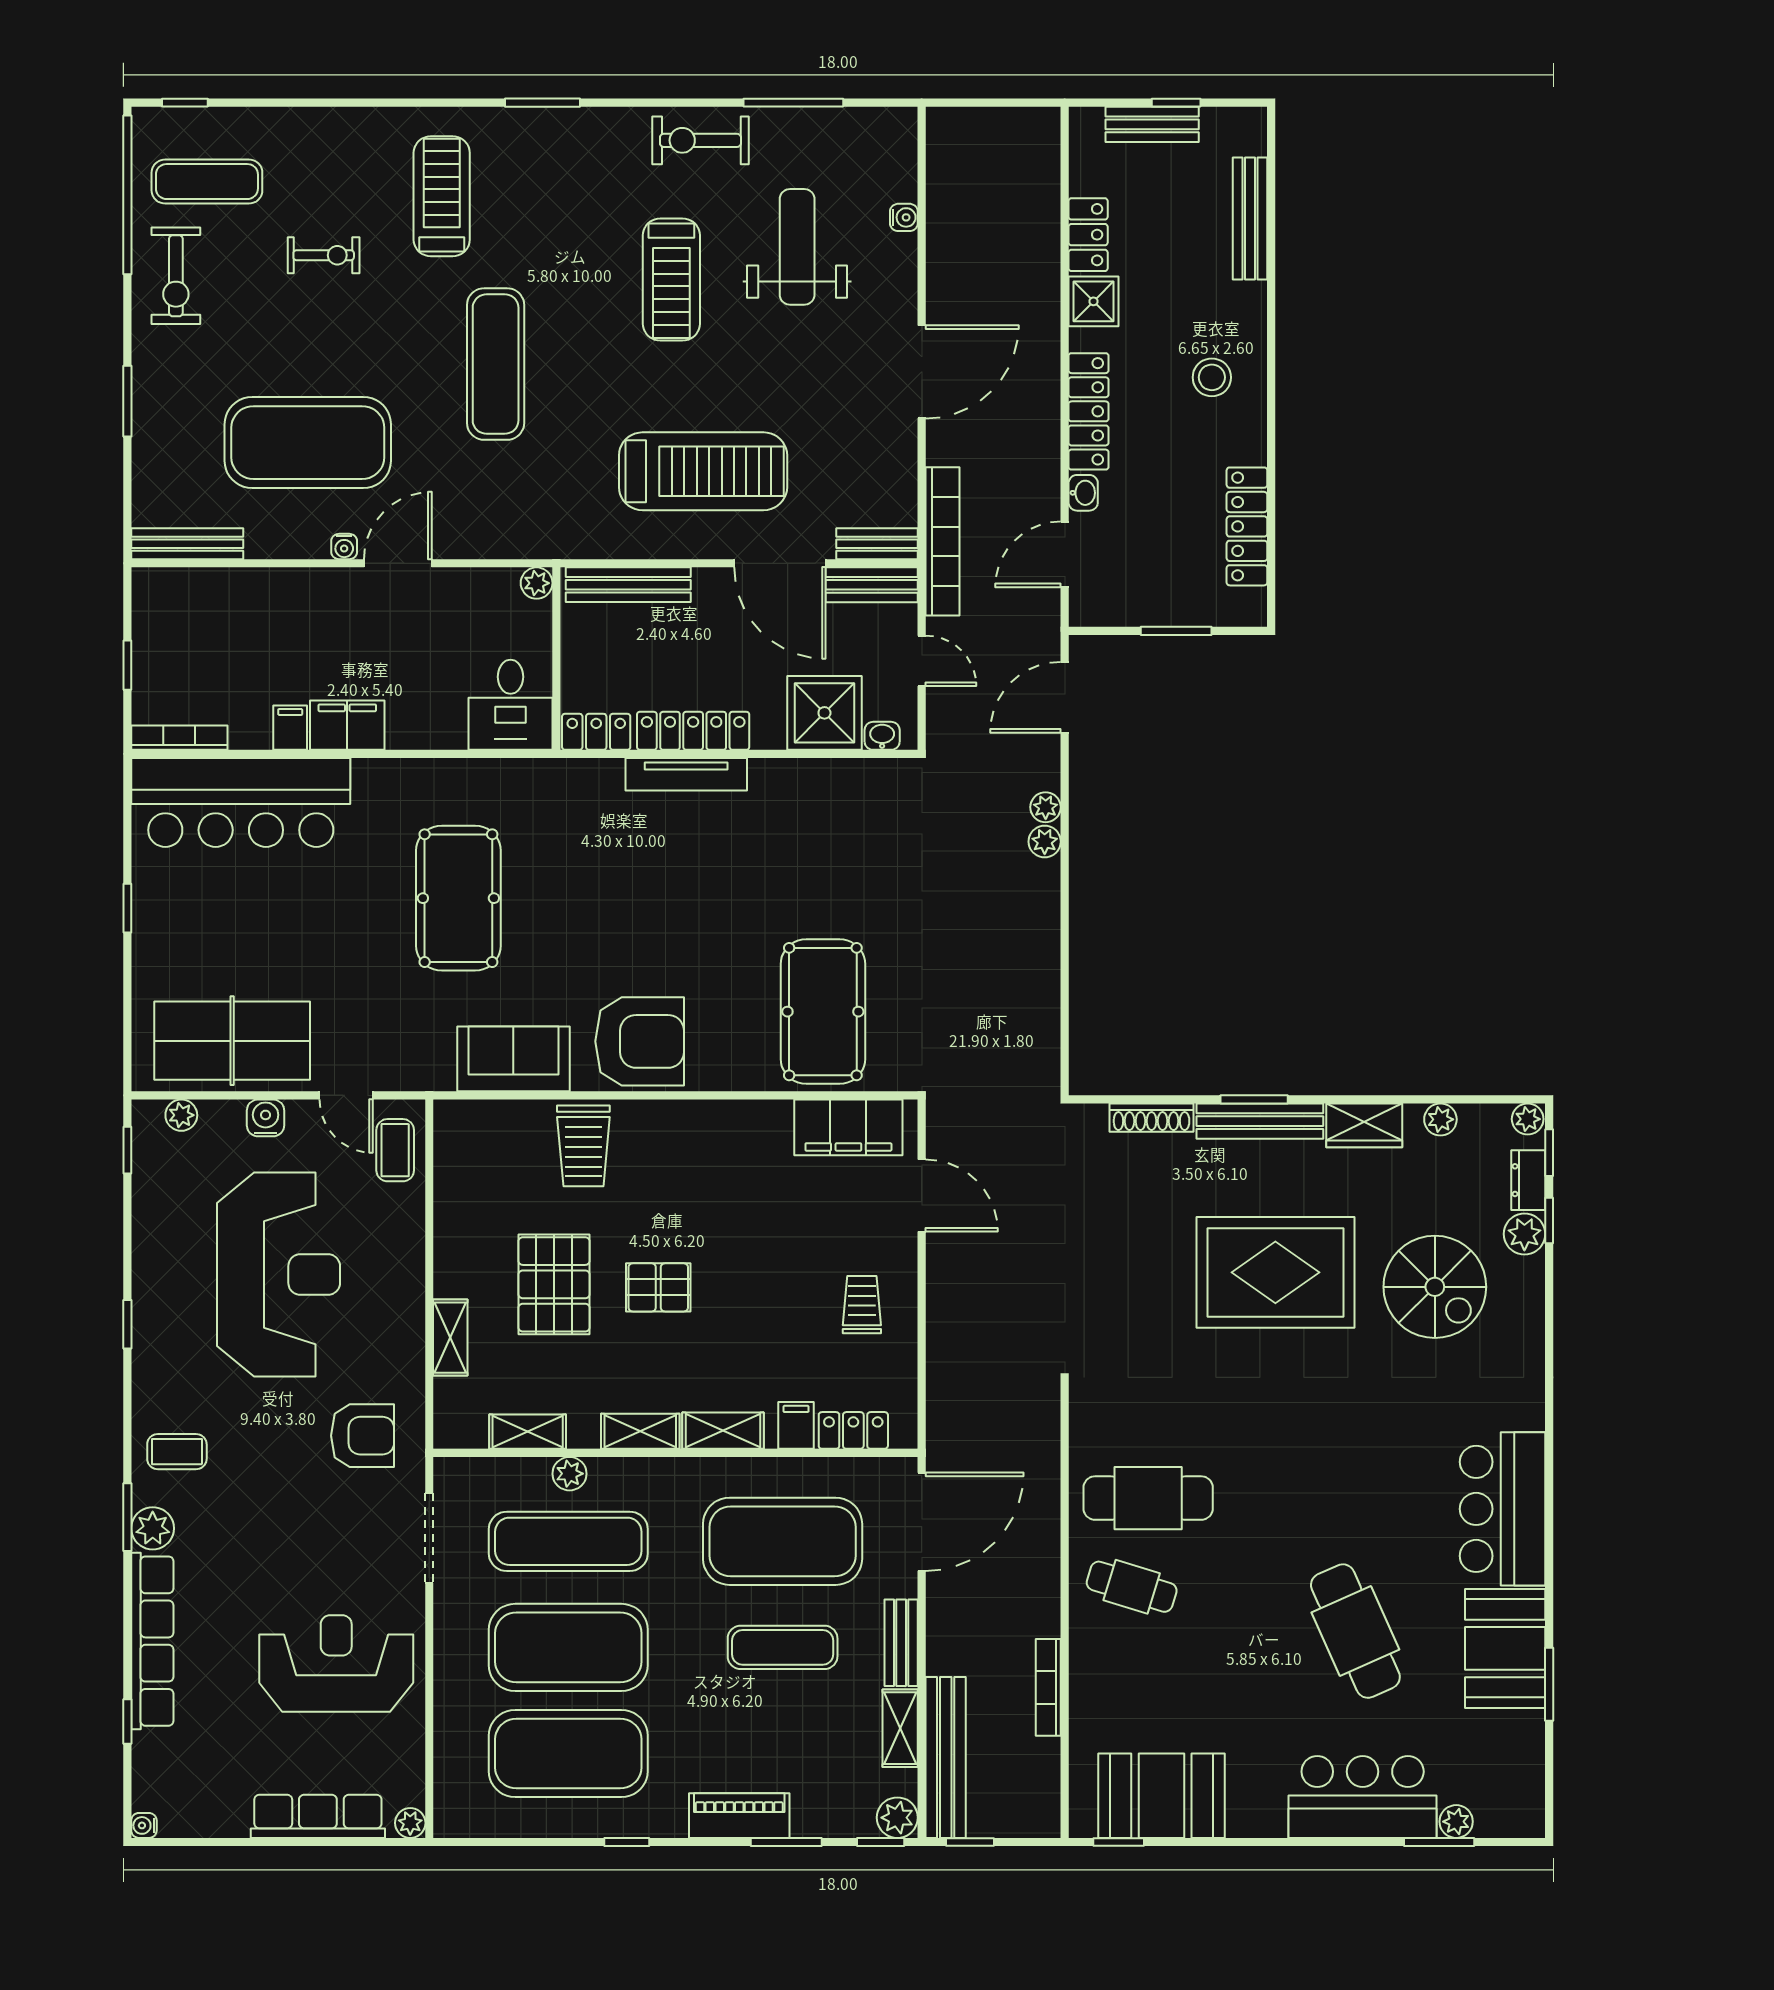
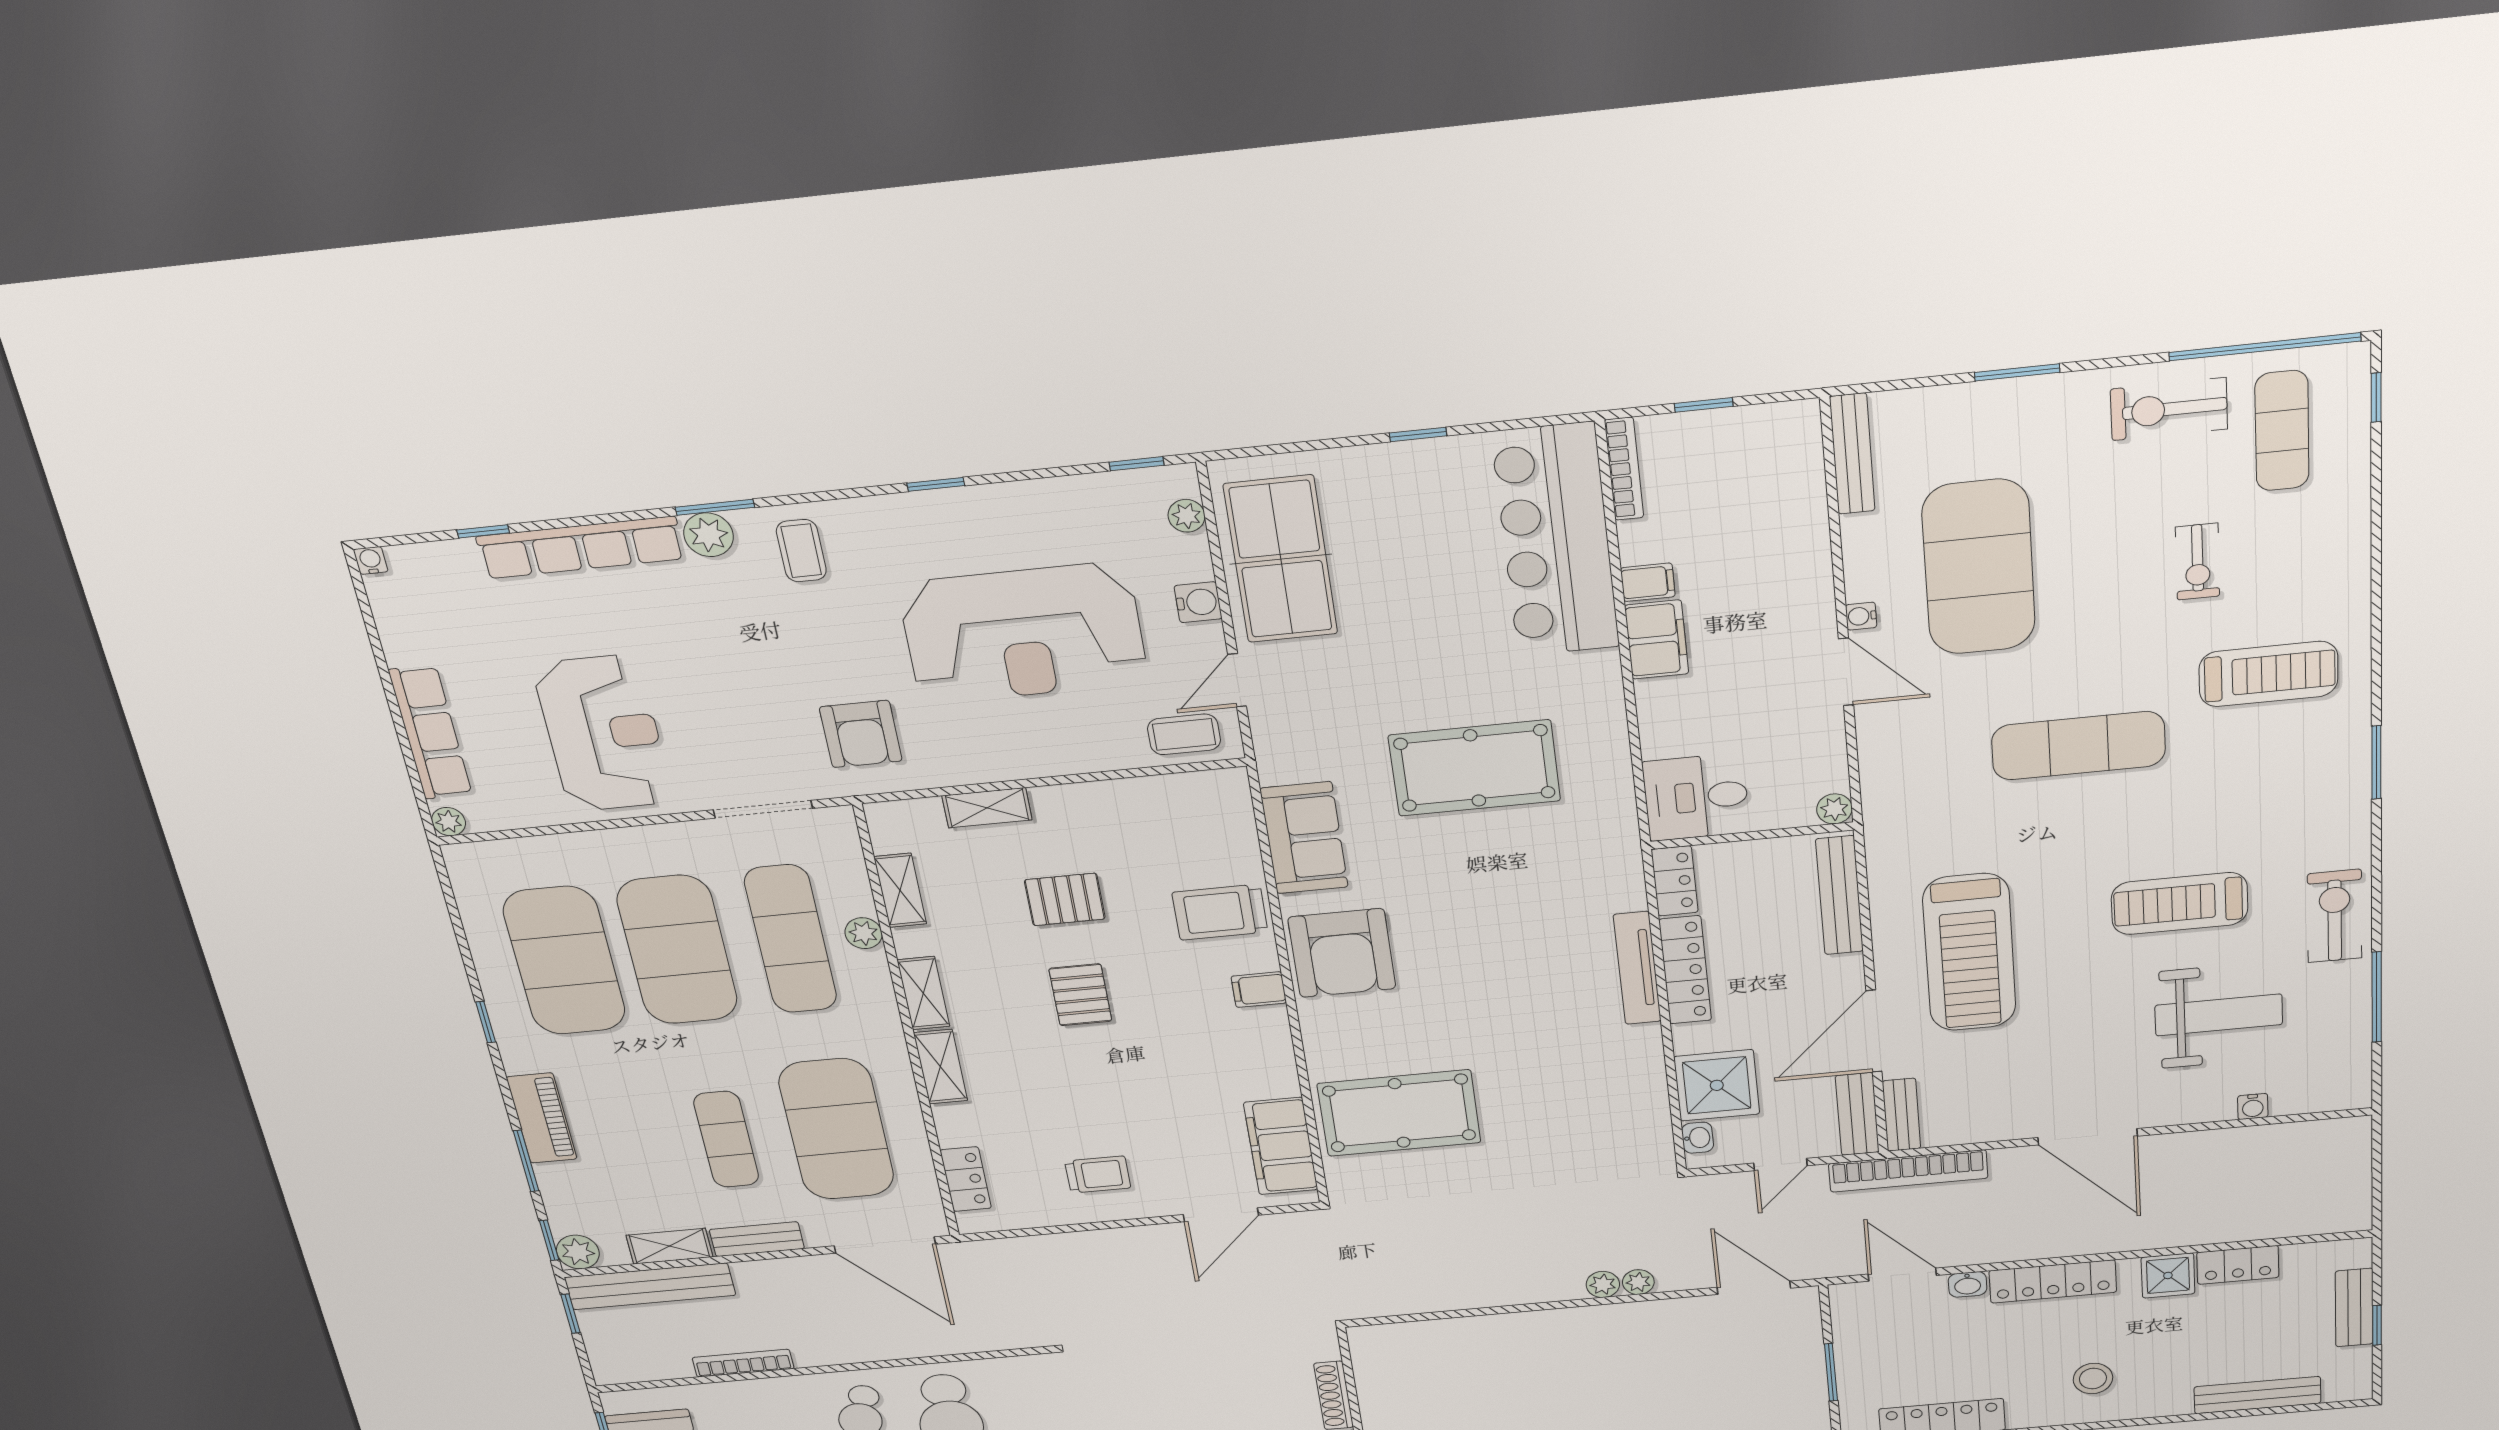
pallet: (554, 1284) -> (1065, 899), width x0.67, depth x0.71
filing cabinet: (796, 1425) -> (1259, 990), moved, turned 180

